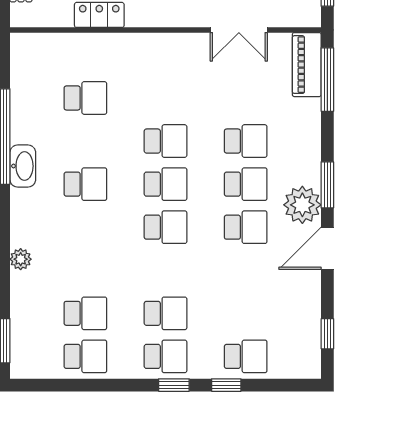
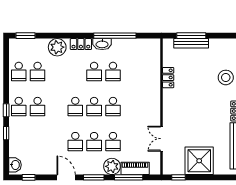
piano: (307, 65) -> (135, 168), moved
window: (327, 80) -> (129, 177), moved
school desk: (85, 98) -> (113, 71), moved
plant: (302, 205) -> (112, 166), moved
locker: (23, 214) -> (81, 44), added
plant: (21, 259) -> (57, 47), width x1.87, depth x1.87
school desk: (246, 356) -> (19, 142), removed
washbasin: (299, 365) -> (15, 165), added

